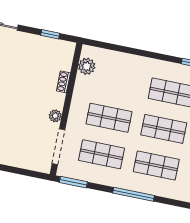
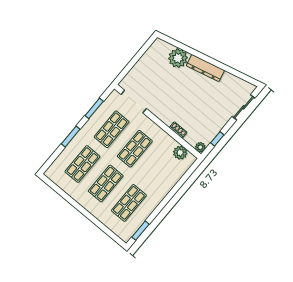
plant: (55, 116) -> (200, 147), moved
window: (73, 182) -> (94, 108), moved
window: (133, 194) -> (71, 137), width x0.69

